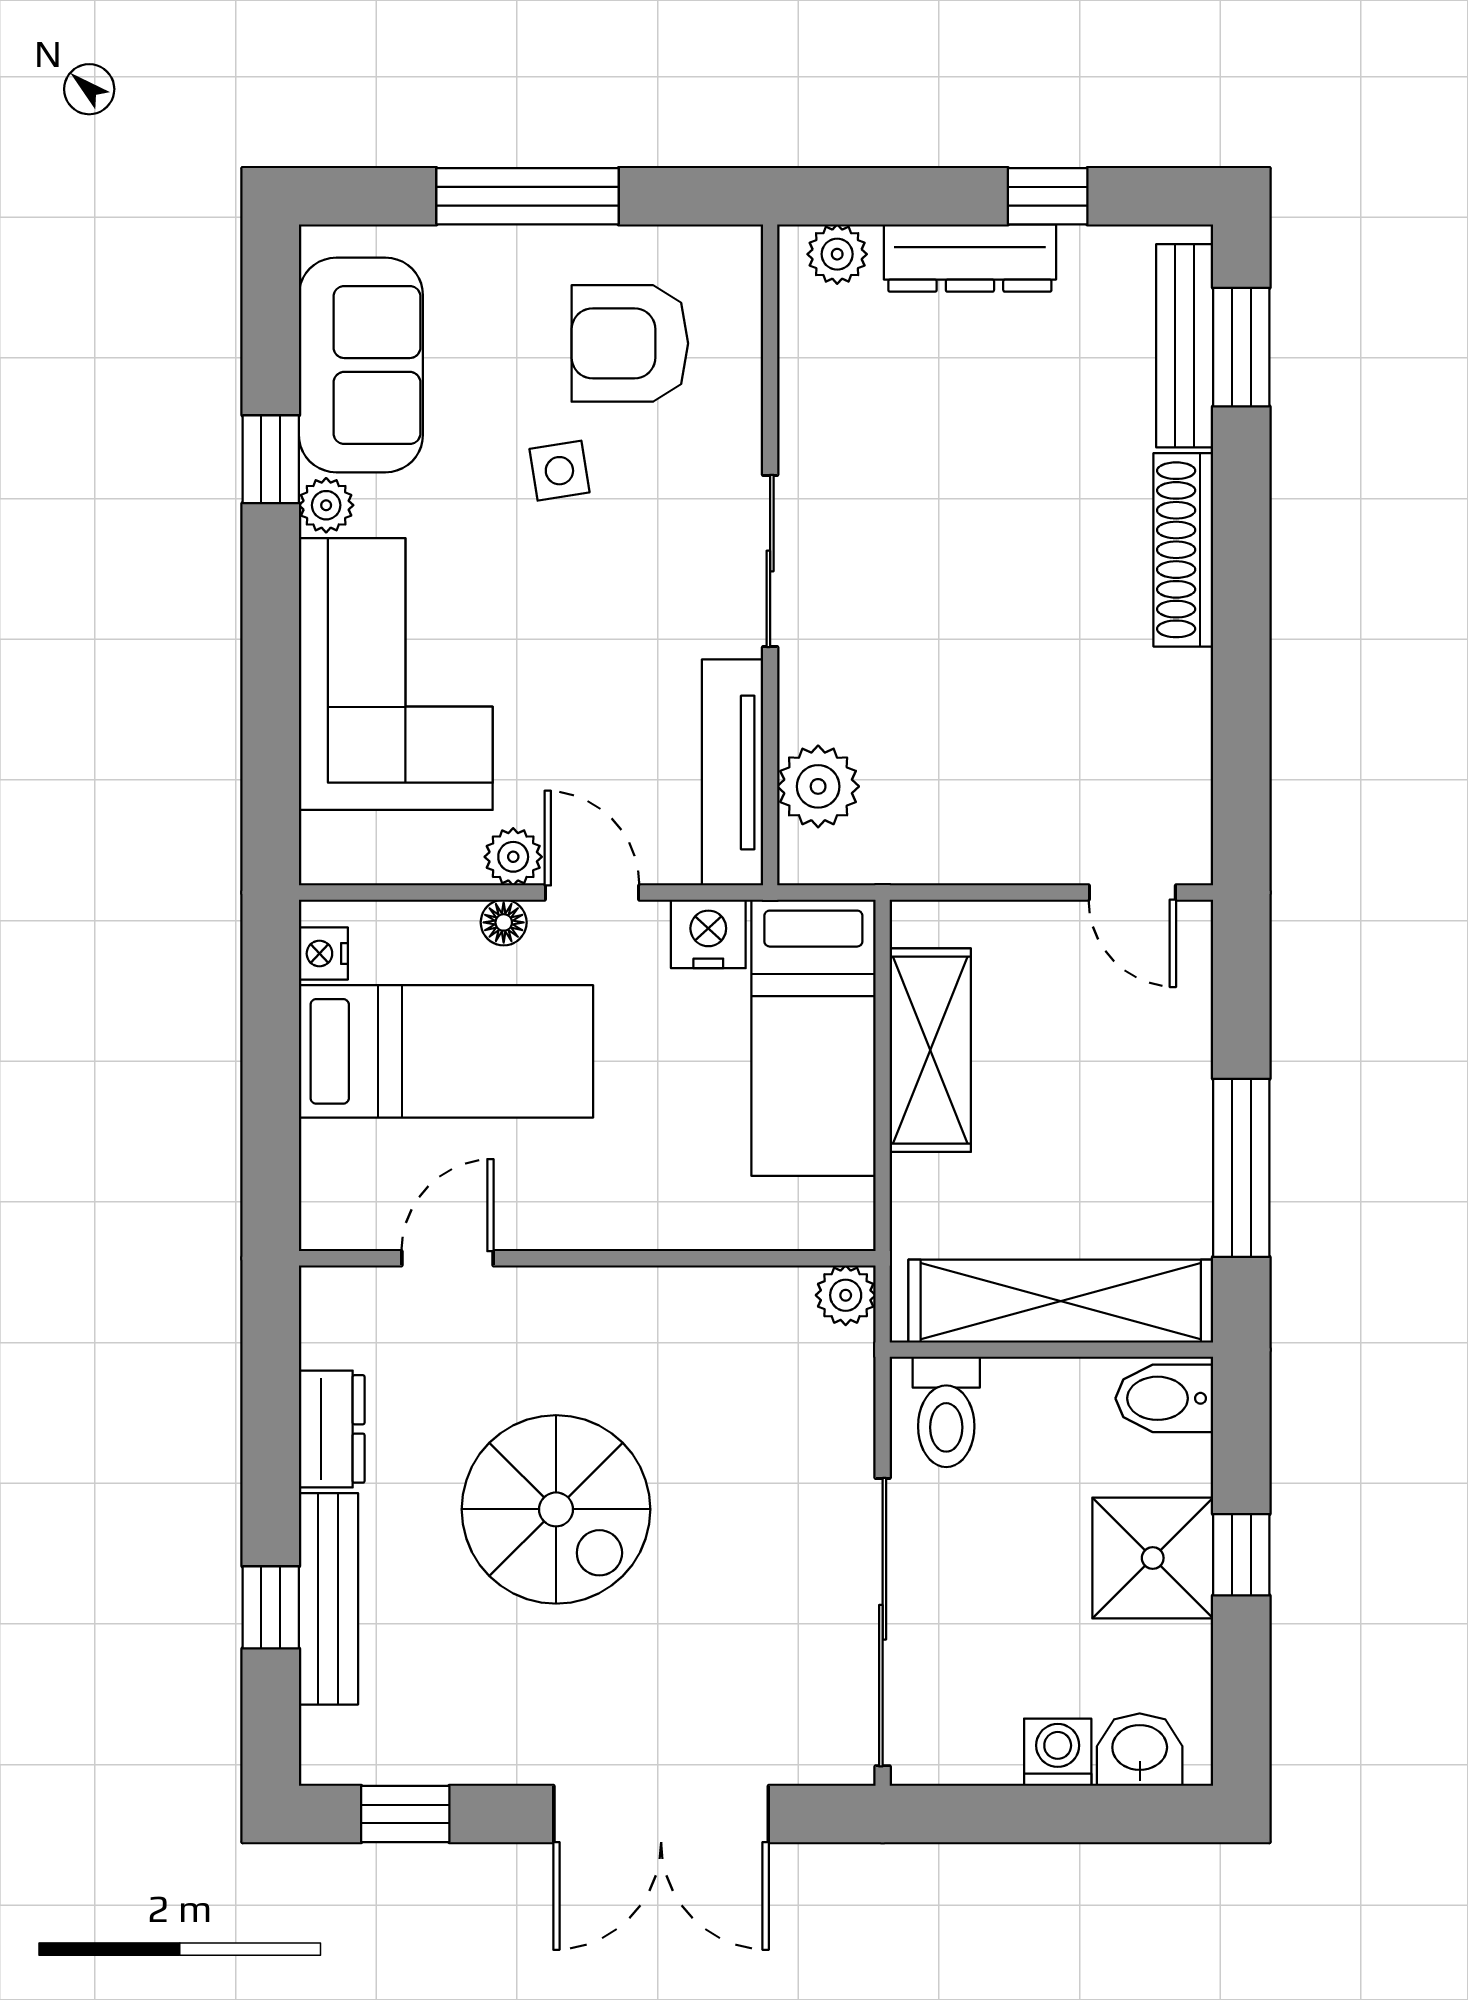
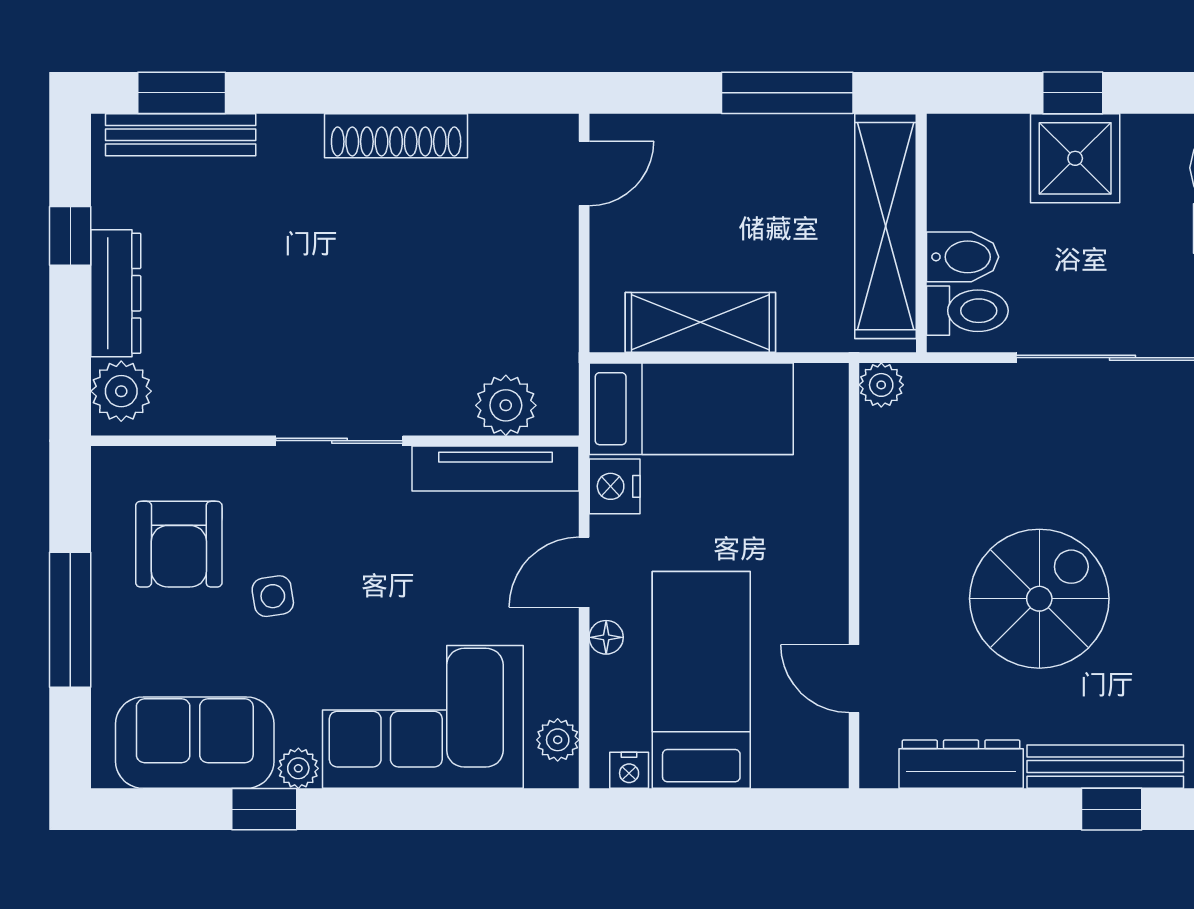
plant: (837, 254) -> (121, 391), width x1.38, depth x1.38
shoe rack: (1183, 550) -> (396, 136), moved
plant: (513, 857) -> (558, 740), moved
bidet: (1164, 1398) -> (963, 257), moved, turned -90
dresser: (332, 1429) -> (961, 764), width x1.44

